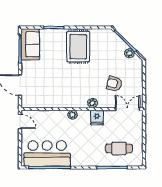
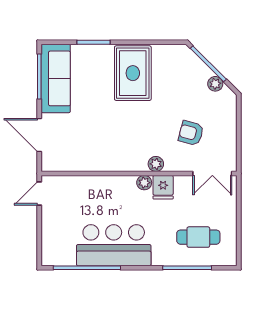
sofa: (30, 44) -> (56, 78), width x1.36
double door: (128, 109) -> (212, 173), swing flipped
plant: (72, 115) -> (144, 183), moved
door: (20, 121) -> (39, 193), swing flipped
bar counter: (47, 153) -> (114, 245), moved

